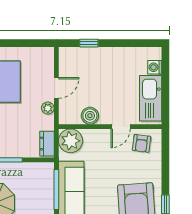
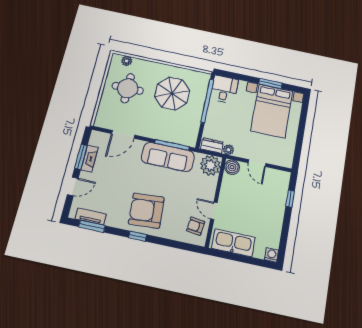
washing machine: (155, 67) -> (272, 255), moved
plant: (48, 108) -> (228, 150), moved
boiler: (90, 116) -> (232, 167), moved

